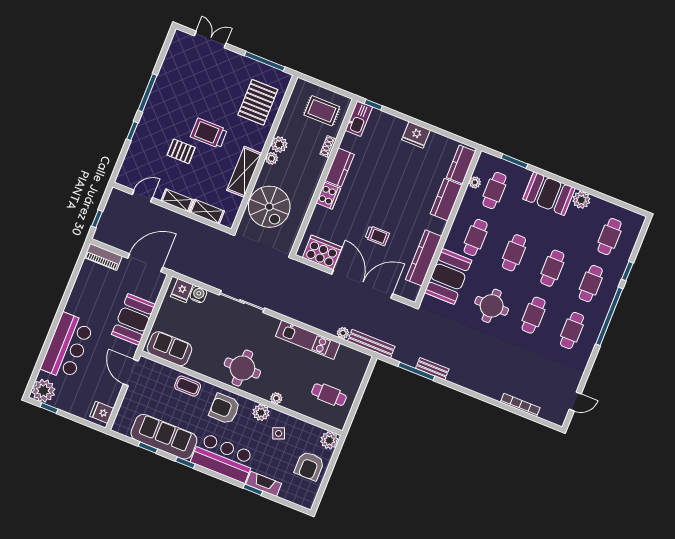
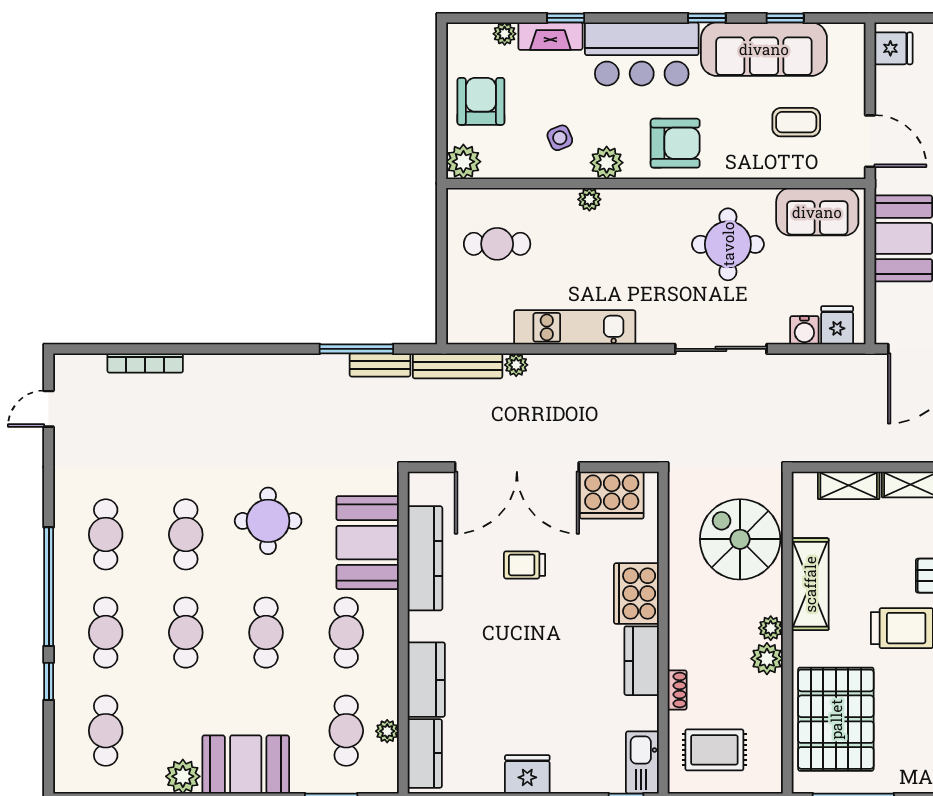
pallet: (258, 102) -> (836, 719), width x1.37, depth x1.41
cooker: (328, 196) -> (636, 594), width x1.37, depth x1.31
round table: (242, 368) -> (728, 244), moved
bench: (432, 369) -> (380, 365), moved
coffee table: (188, 386) -> (796, 122), moved
plant: (285, 494) -> (505, 34), added

